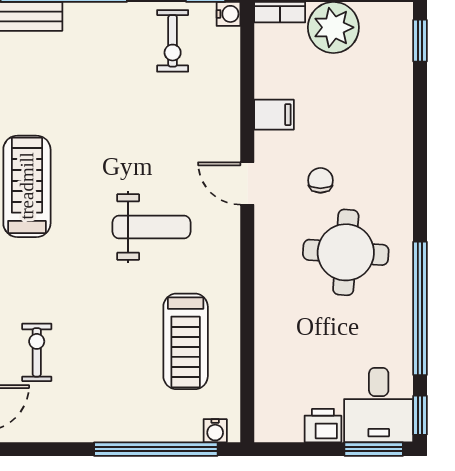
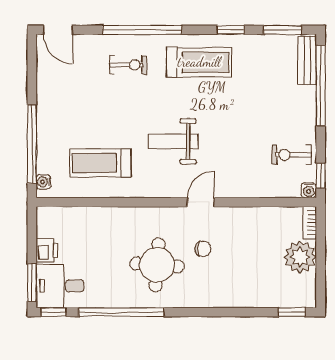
filing cabinet: (274, 115) -> (245, 219), removed
weight bench: (152, 227) -> (173, 141), turned 90
exercise bike: (37, 352) -> (128, 65), moved

